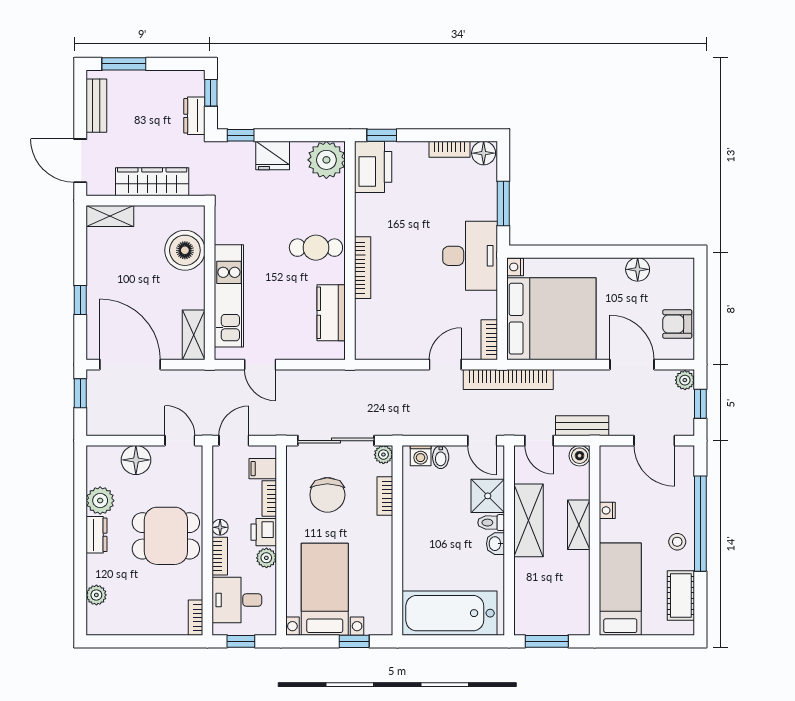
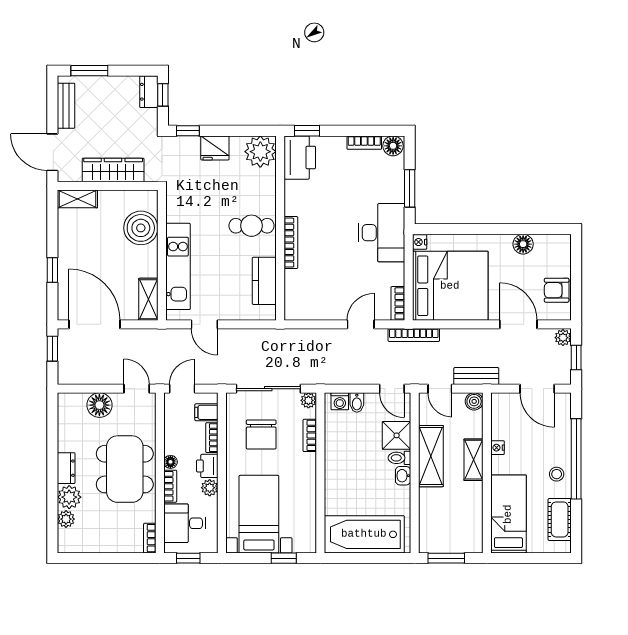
dresser: (194, 116) -> (149, 92), moved
bookcase: (508, 379) -> (414, 335), width x0.68, depth x0.76
plant: (100, 501) -> (69, 497), moved
dining table: (166, 536) -> (125, 469), width x1.37

